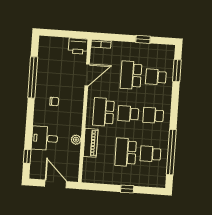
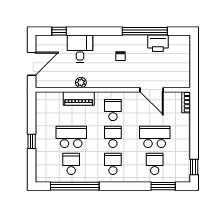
window: (143, 39) -> (194, 167), moved
printer: (78, 46) -> (158, 43), moved, turned -90
school desk: (103, 112) -> (113, 110), width x0.54

